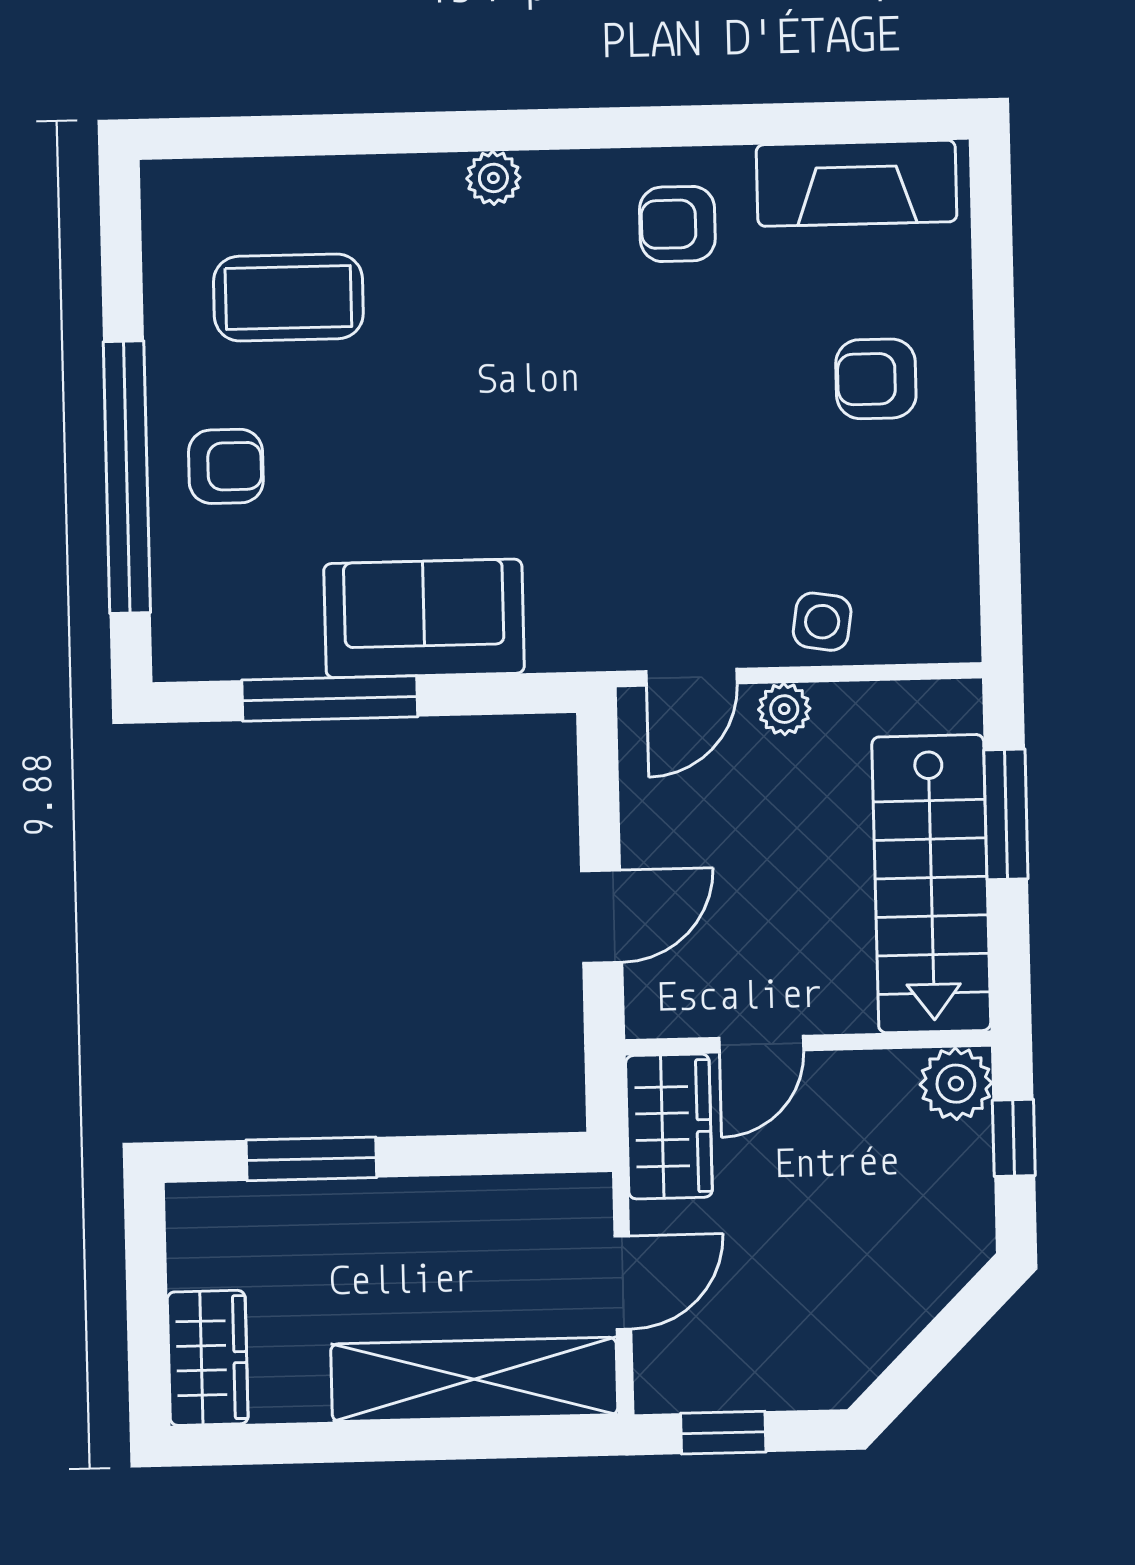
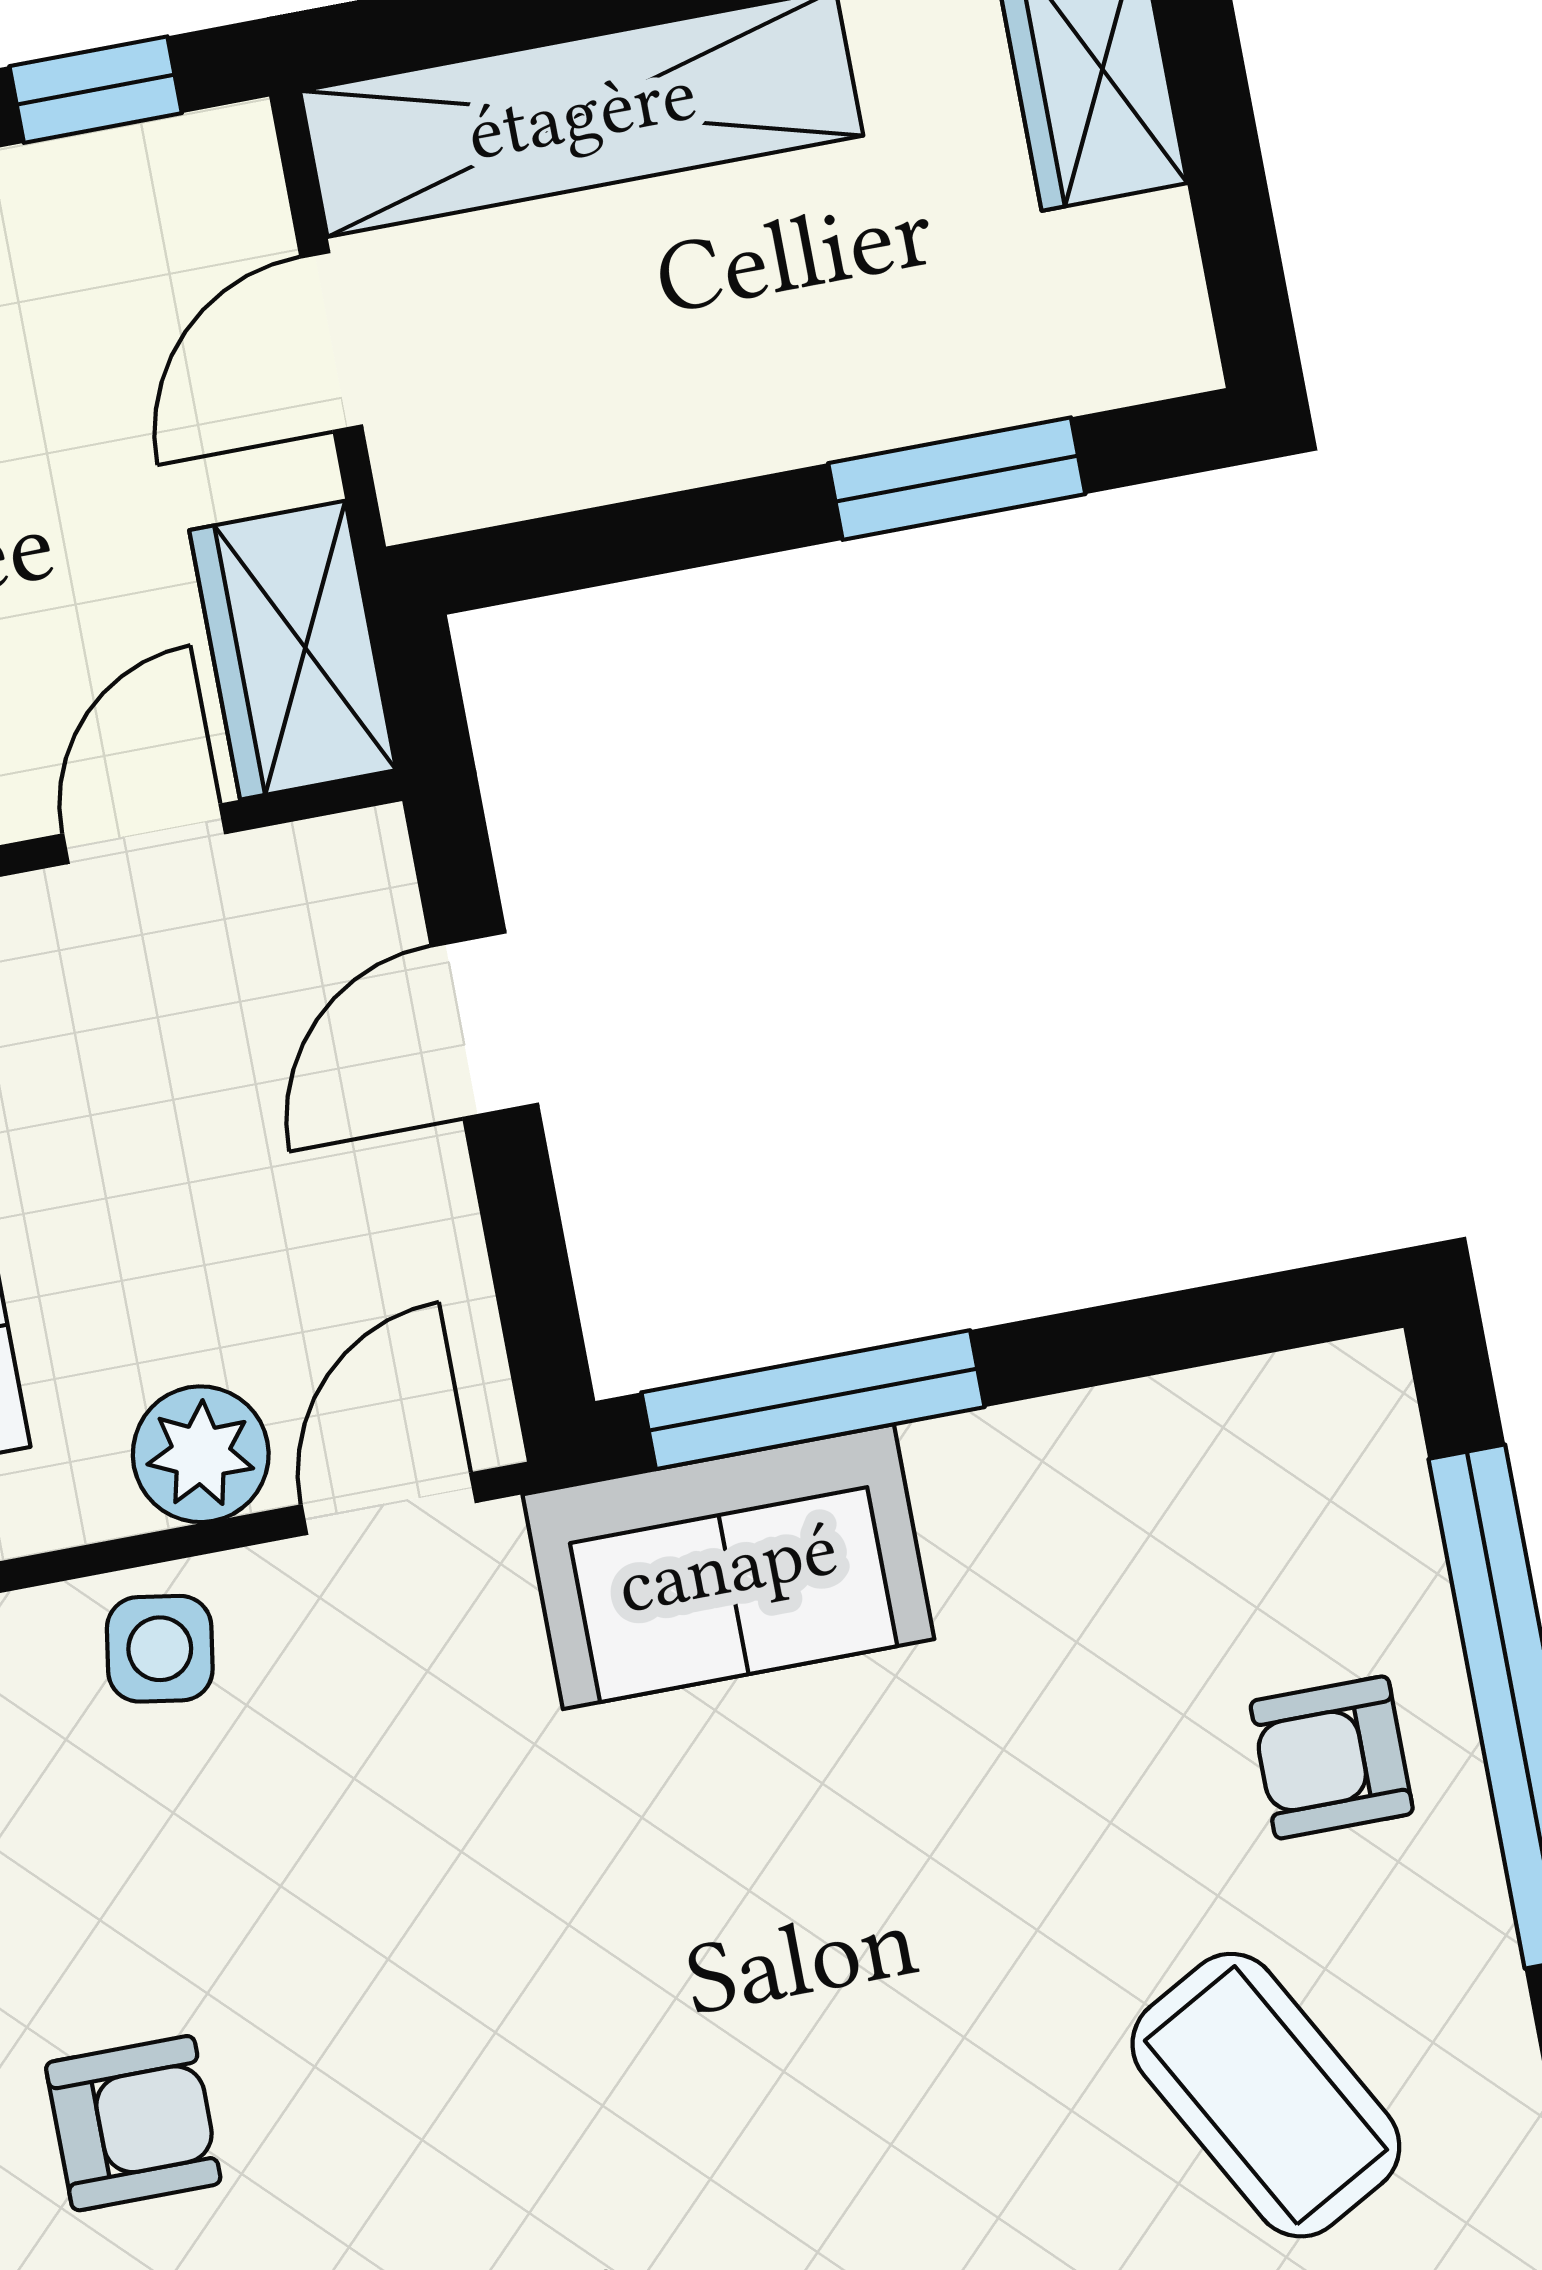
coffee table: (288, 298) -> (1266, 2095), turned 61
sofa: (424, 618) -> (728, 1567), moved
window: (330, 698) -> (813, 1400), moved
plant: (784, 709) -> (201, 1454), width x1.38, depth x1.38

